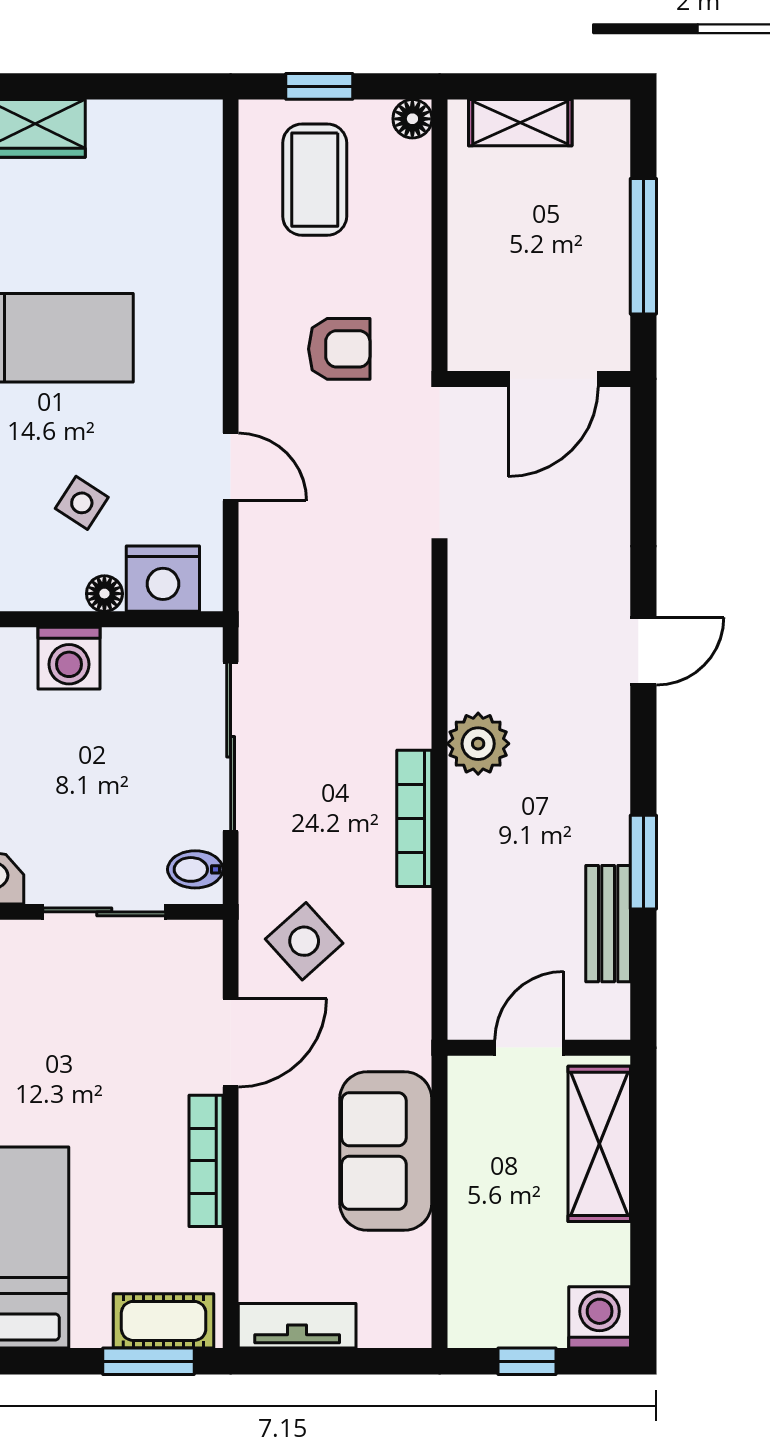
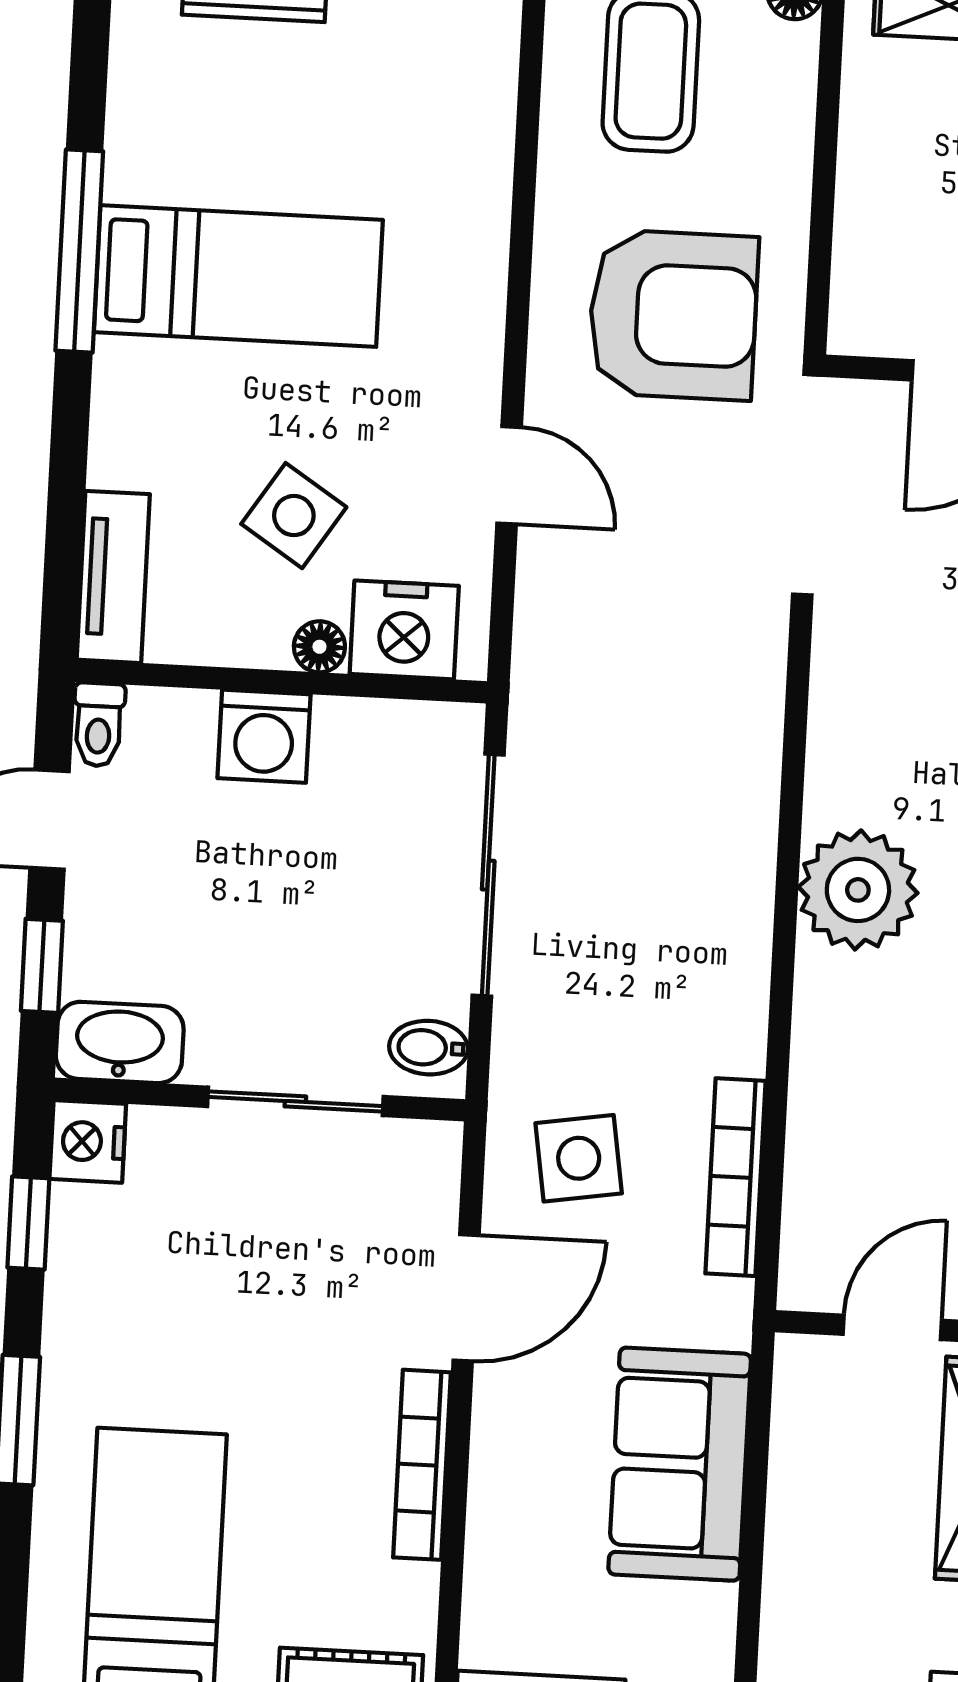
armchair: (339, 349) -> (673, 315), width x1.88, depth x1.88
side table: (82, 503) -> (294, 516), width x1.37, depth x1.37
plant: (478, 744) -> (858, 890), width x1.36, depth x1.36
bookcase: (414, 818) -> (735, 1177), moved
side table: (304, 941) -> (579, 1158), turned 33

